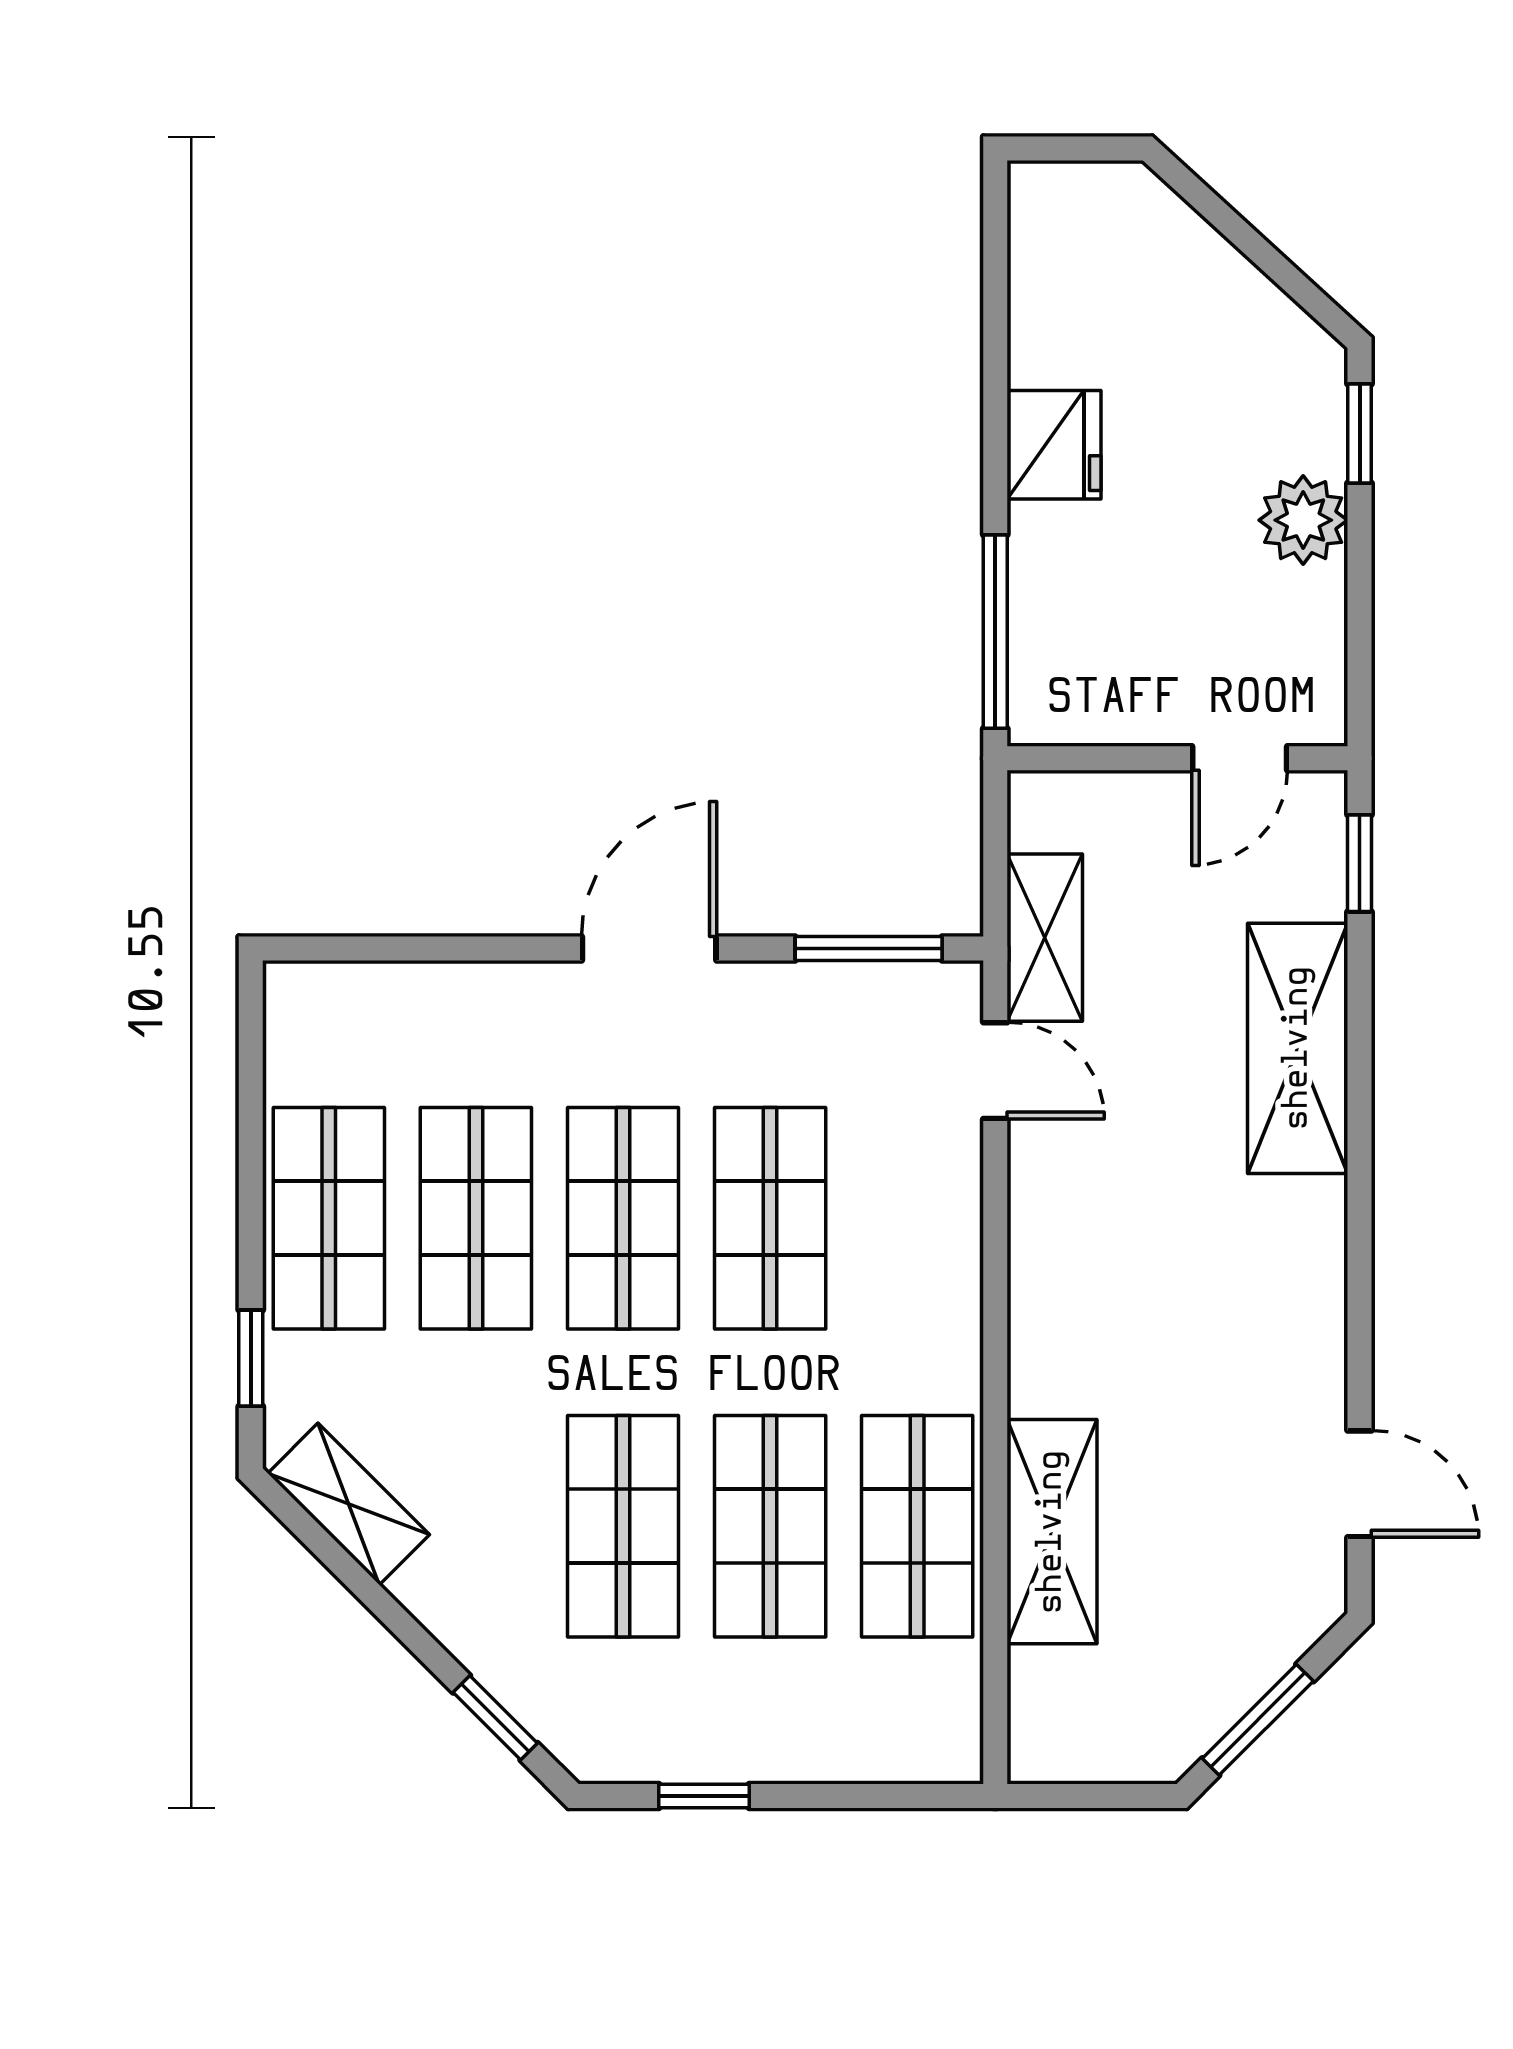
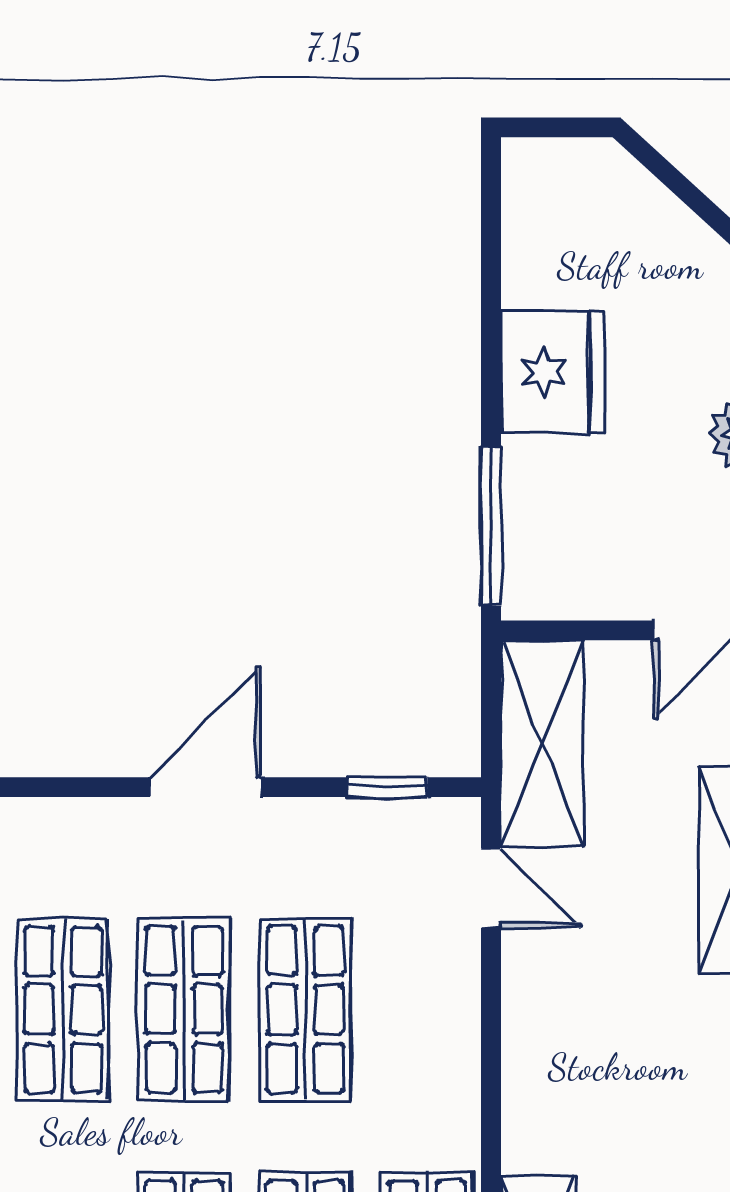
fridge: (1054, 445) -> (553, 372), width x1.36, depth x1.34
shelving: (1045, 938) -> (542, 744), width x1.50, depth x1.33
window: (869, 948) -> (387, 787), width x0.67

